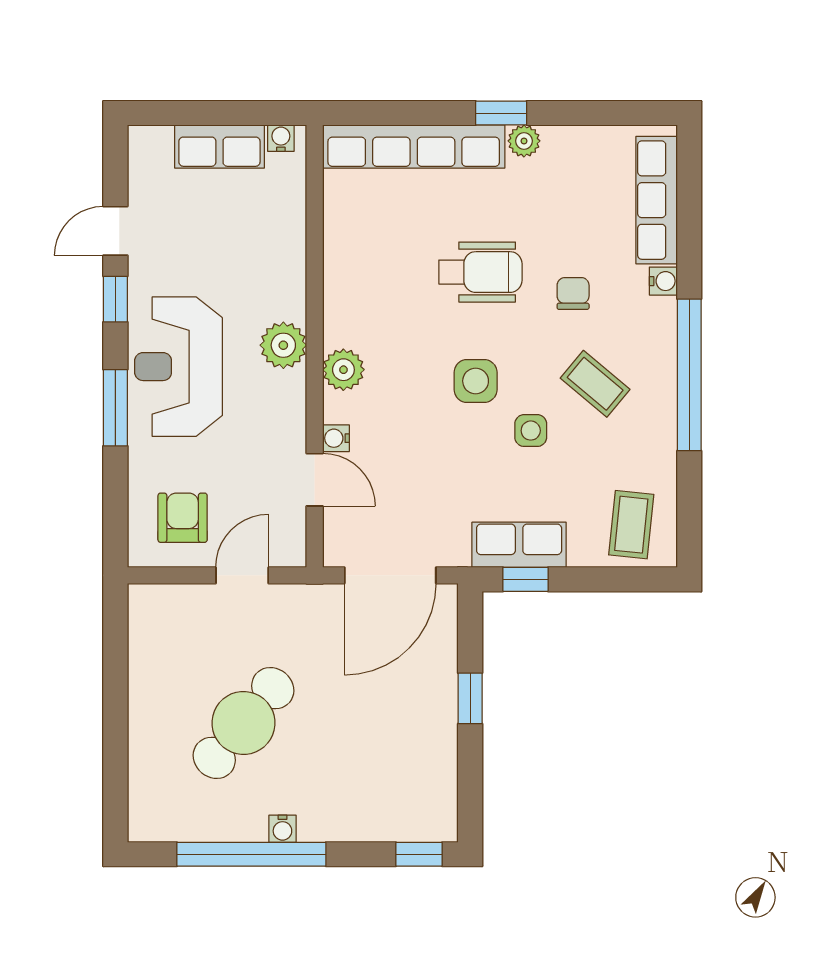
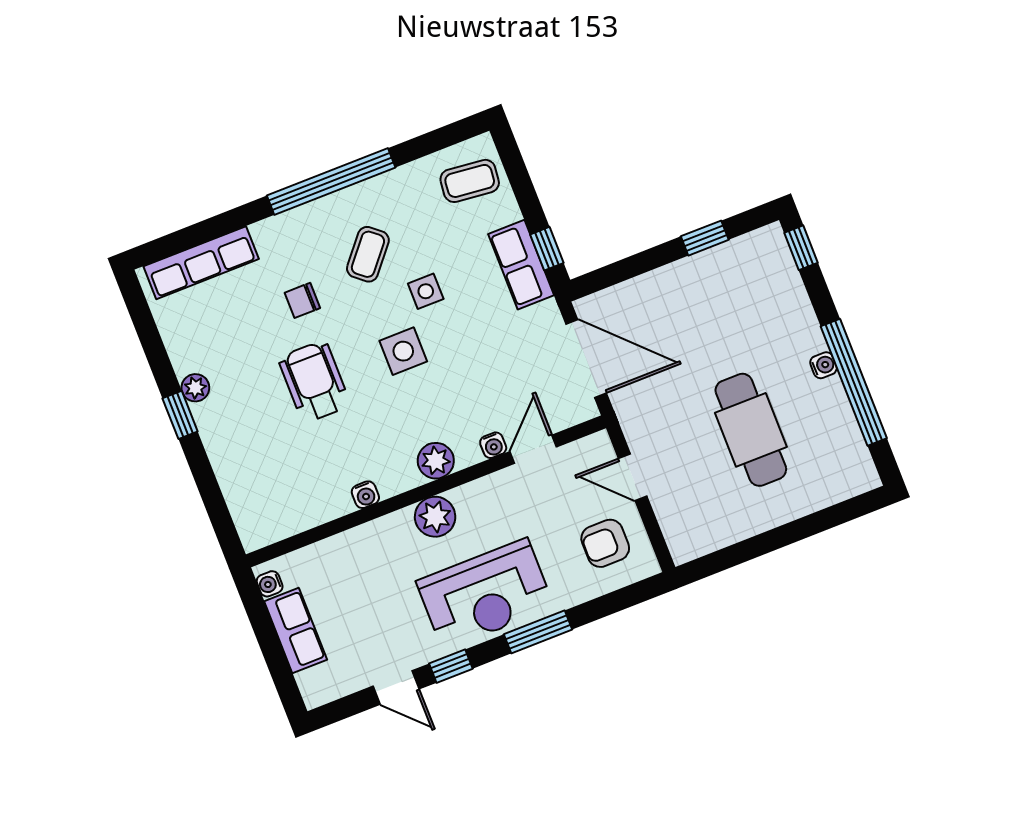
row of seats: (414, 147) -> (235, 475), removed
water cooler: (663, 281) -> (365, 495), moved, turned 180
window: (470, 698) -> (705, 238), moved
cafe table: (243, 723) -> (751, 430), turned 50

